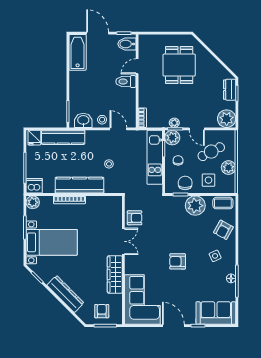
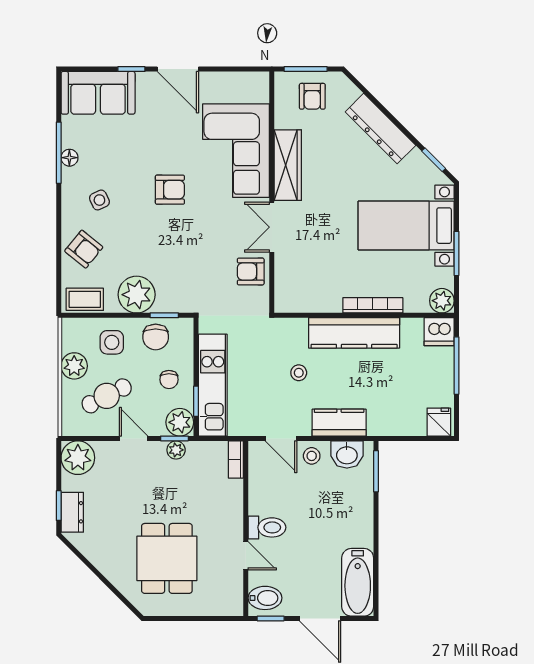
door: (137, 66) -> (246, 556), hinge flipped
kitchen counter: (63, 137) -> (339, 423), moved, width x0.67
armchair: (223, 230) -> (84, 249), turned 100
corner sofa: (142, 299) -> (236, 151), moved

